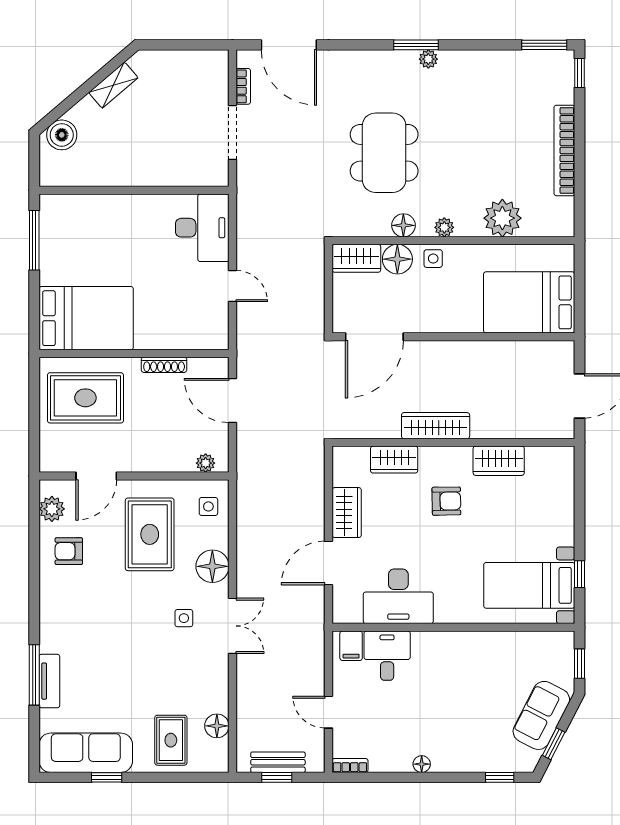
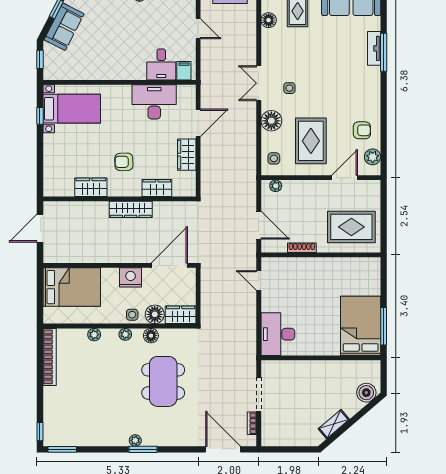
bookcase: (564, 150) -> (50, 357), moved
plant: (502, 218) -> (94, 335), width x0.53, depth x0.53
door: (232, 286) -> (259, 280), moved
bed: (86, 318) -> (361, 326), moved, turned 90
nightstand: (436, 318) -> (131, 277), added

